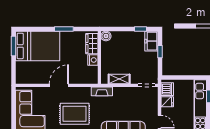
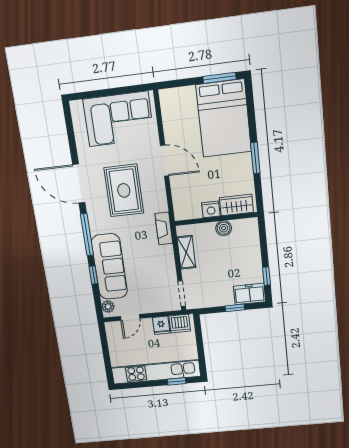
boiler: (106, 36) -> (224, 228), moved

